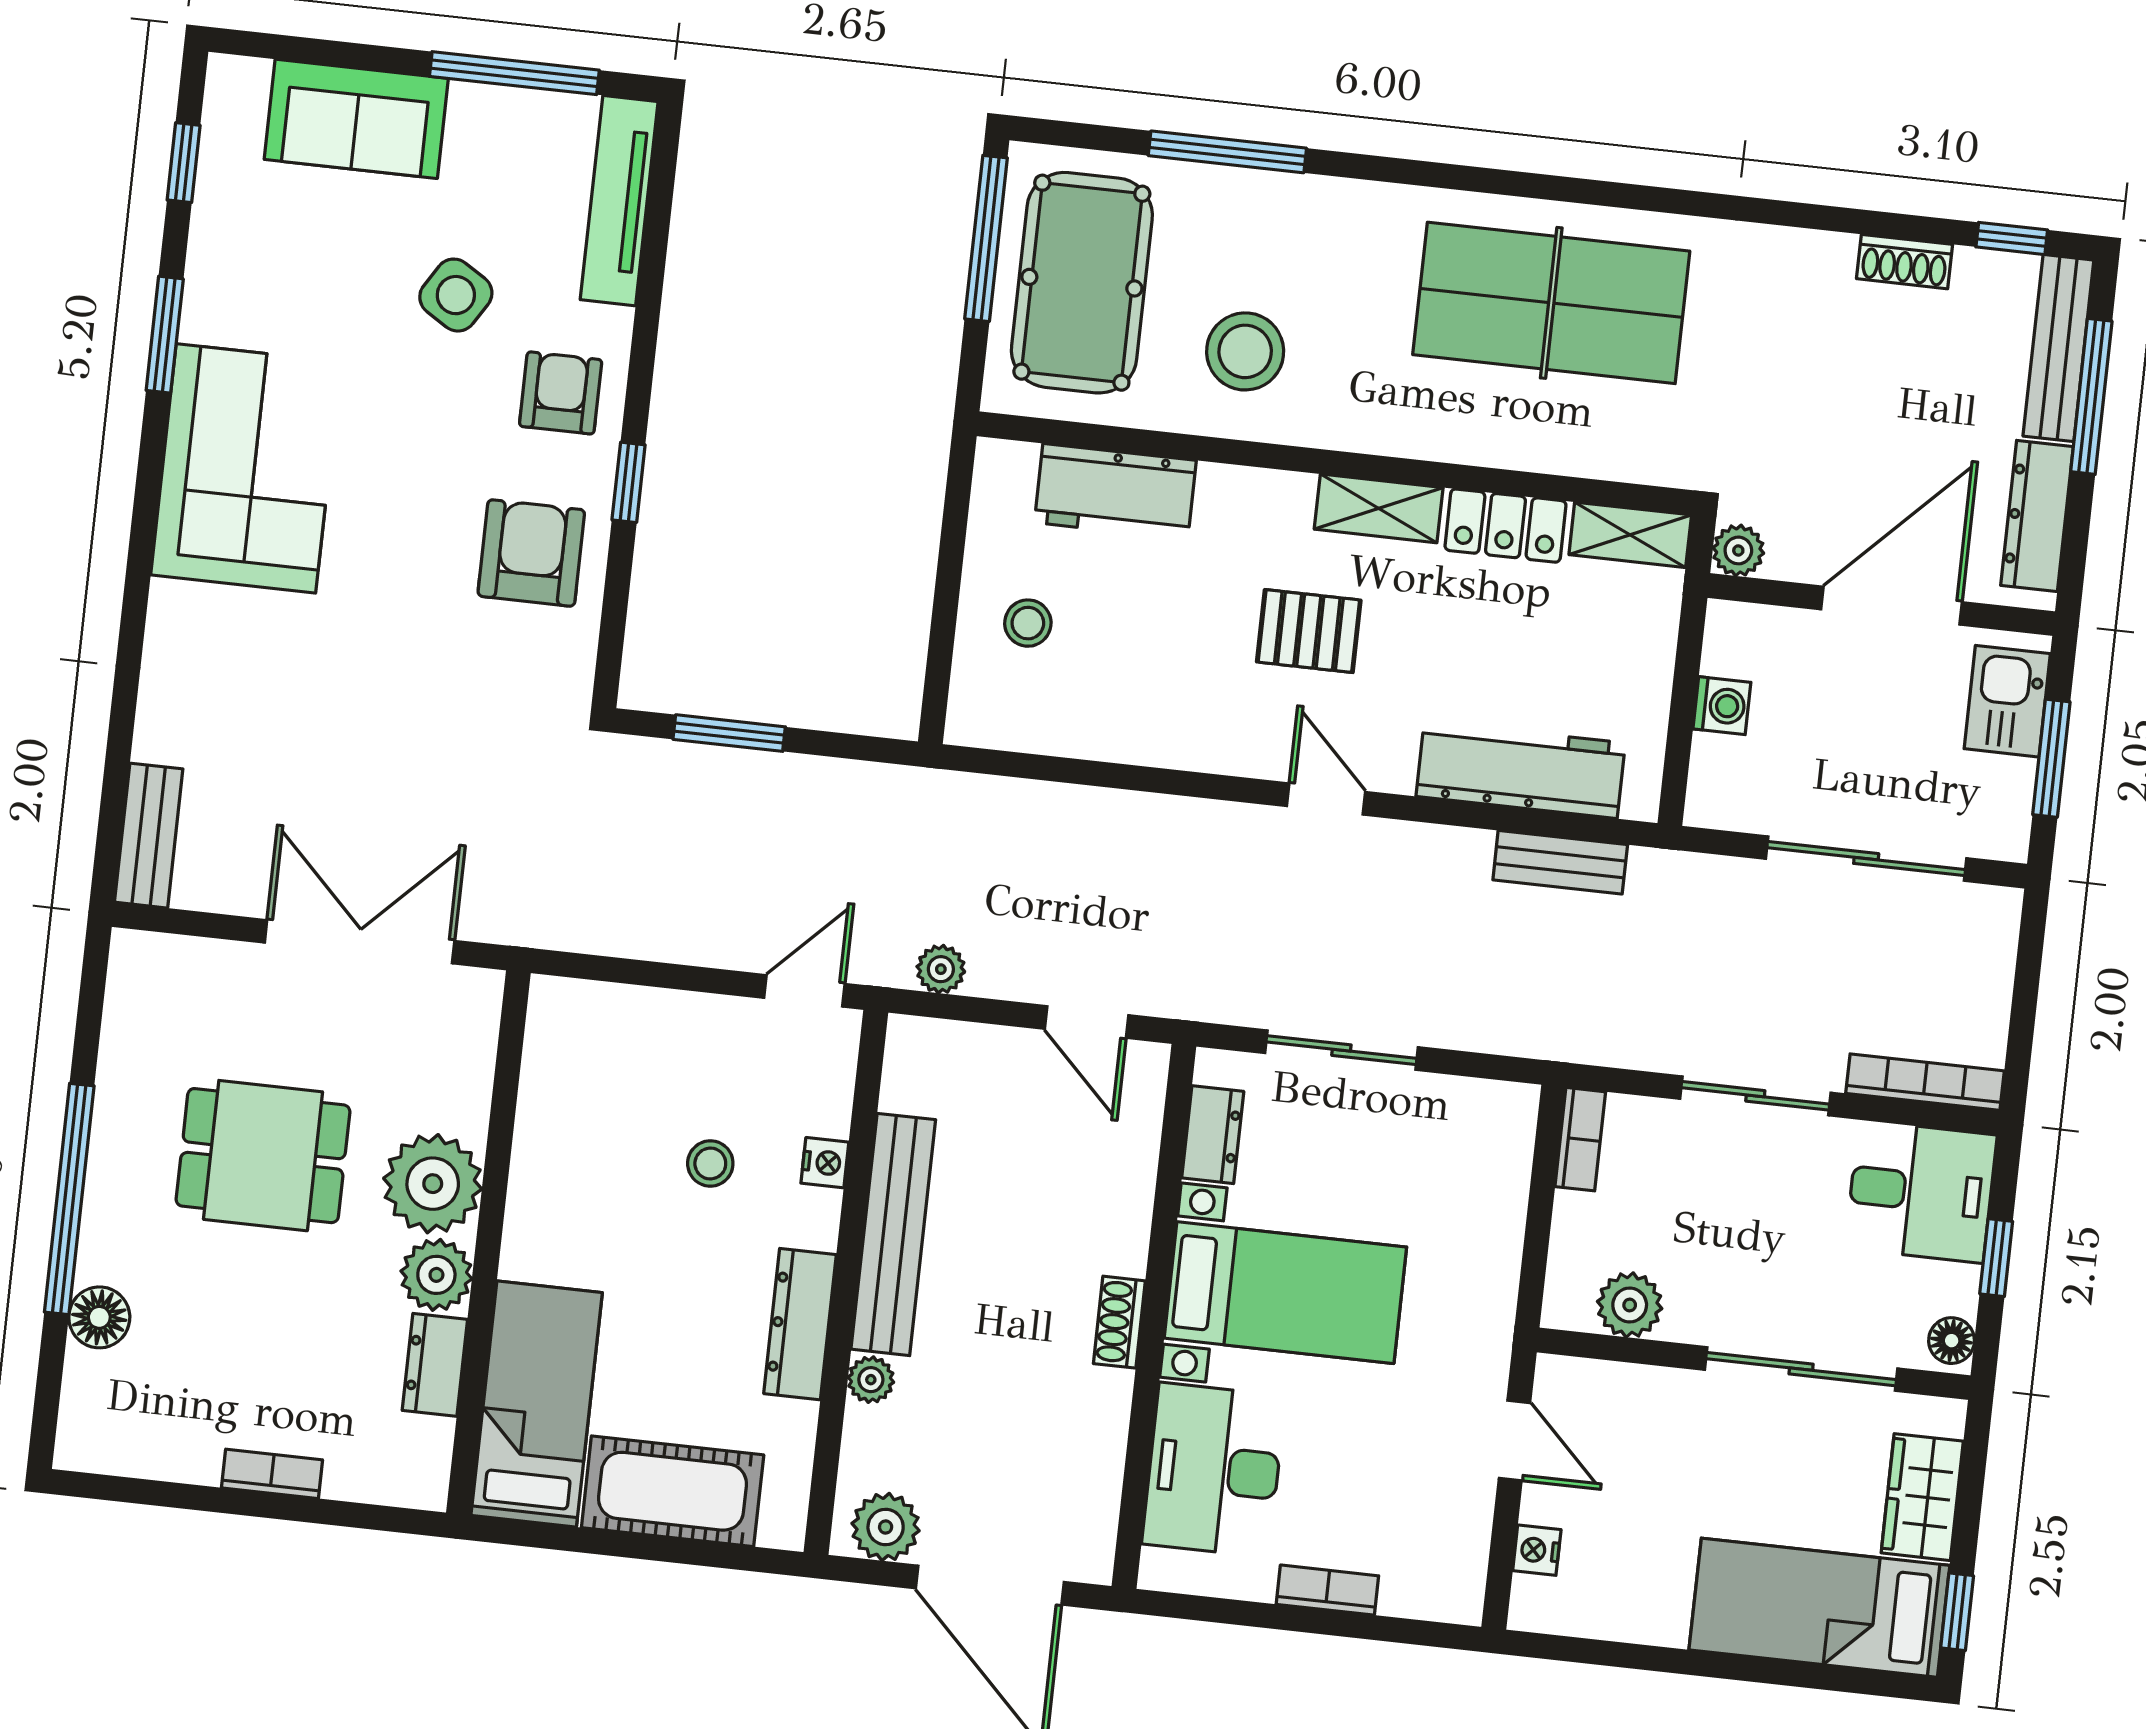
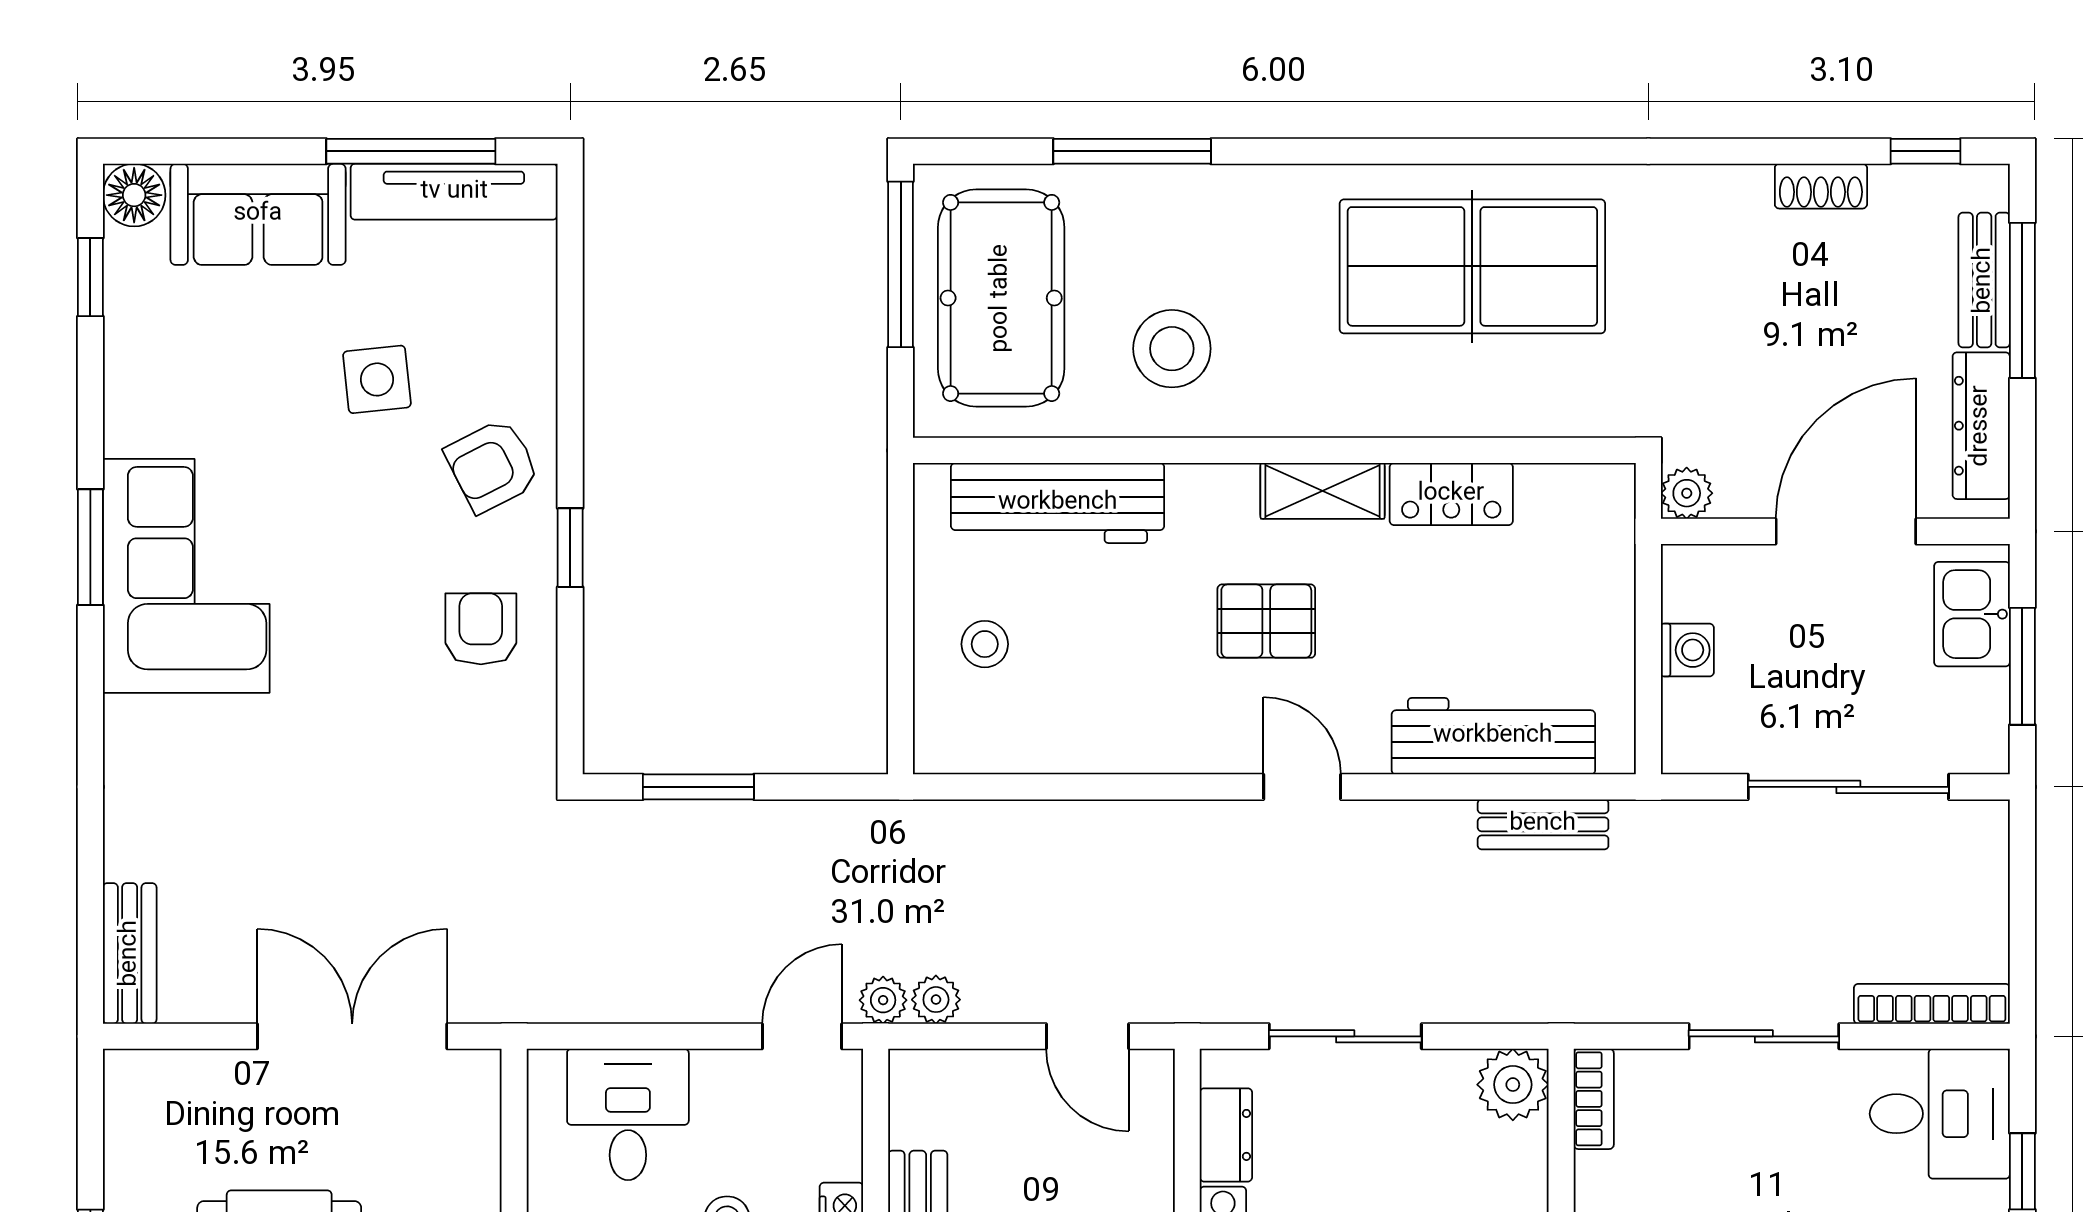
floor lamp: (236, 86) -> (134, 195), added
tv unit: (619, 201) -> (454, 192), moved, turned -90
side table: (456, 295) -> (377, 379), turned -38
window: (165, 335) -> (90, 547), moved
bench: (2058, 348) -> (1984, 280), width x0.73
armchair: (561, 393) -> (492, 466), turned -117
workbench: (1115, 491) -> (1058, 503), width x1.38
shelving: (1630, 535) -> (1577, 489), removed
armchair: (531, 553) -> (481, 629), width x0.72, depth x0.72
plant: (888, 964) -> (883, 1000), added
desk: (624, 1049) -> (628, 1114), added
plant: (1502, 1116) -> (1513, 1085), added

